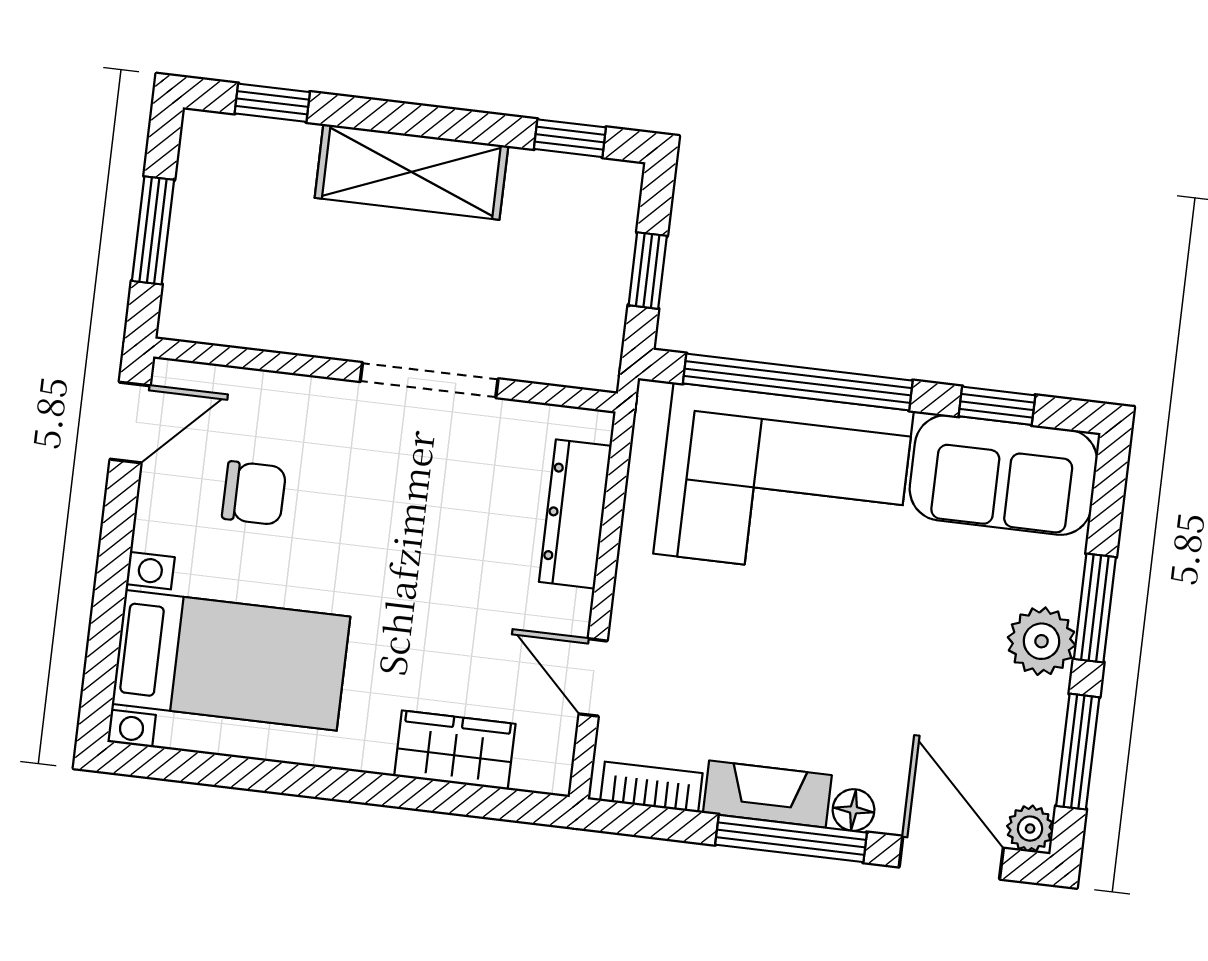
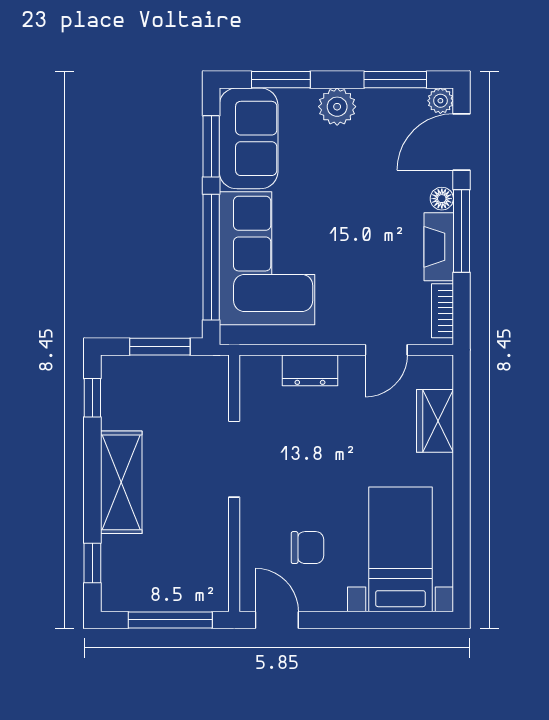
window: (153, 230) -> (170, 620), width x1.44
window: (648, 271) -> (160, 347), width x1.50
window: (997, 406) -> (211, 146), width x1.50
chair: (254, 493) -> (307, 548), turned 90
dresser: (575, 514) -> (310, 370), width x0.70
window: (1095, 608) -> (281, 80), moved

